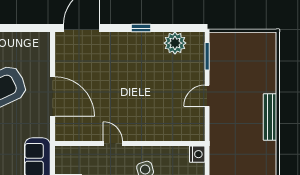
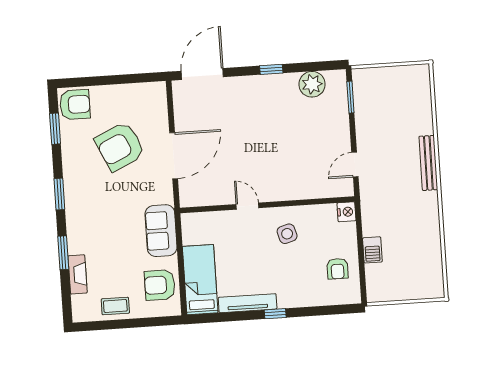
door: (53, 96) -> (174, 156), hinge flipped
door: (207, 96) -> (355, 165), moved

